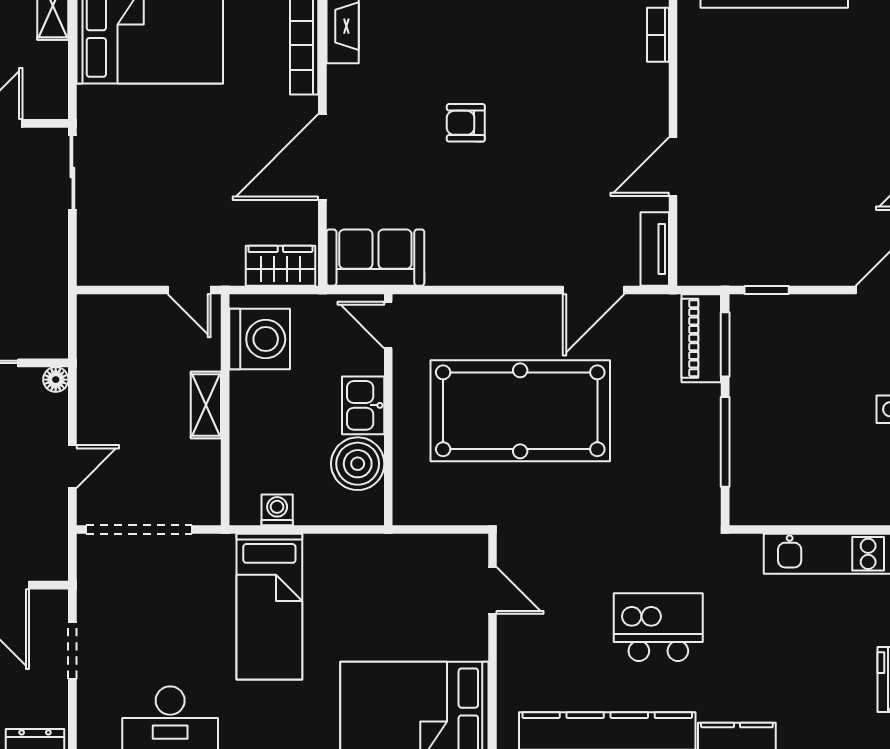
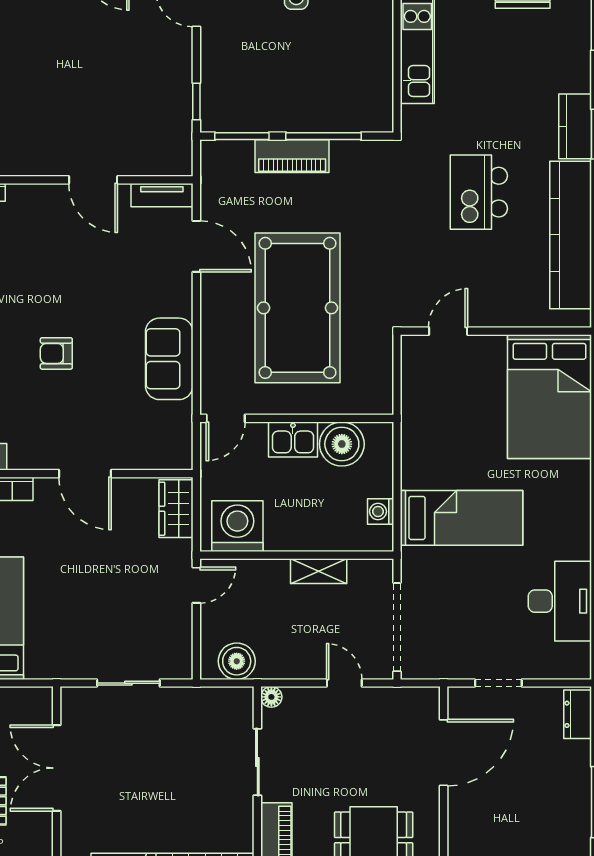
armchair: (466, 123) -> (56, 353), turned 90
door: (322, 157) -> (85, 474), width x0.73
sliding door: (72, 173) -> (128, 683), moved
sofa: (375, 258) -> (169, 359), moved
boiler: (98, 338) -> (237, 661), added
piano: (701, 338) -> (292, 156), moved
shelving: (206, 405) -> (319, 571), moved

